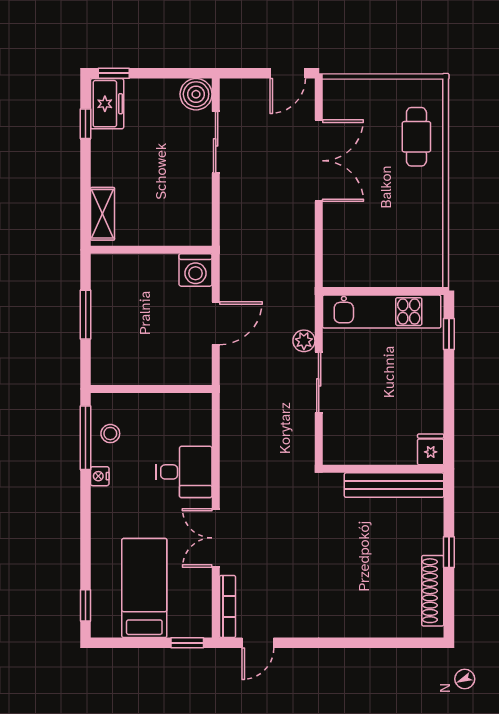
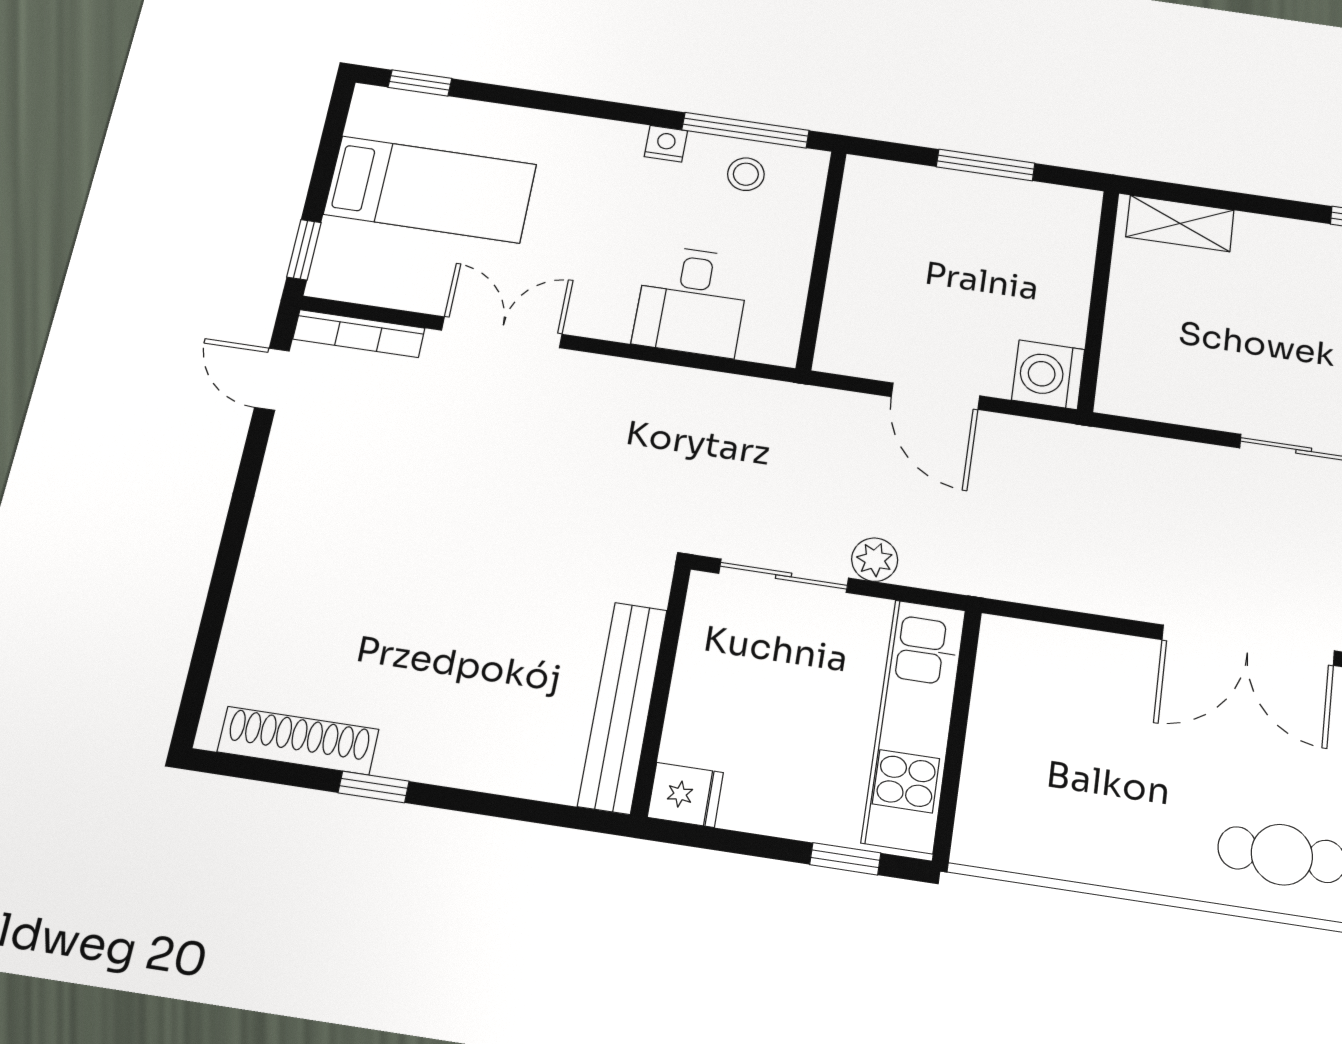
fridge: (431, 449) -> (685, 795), moved
wall: (383, 469) -> (661, 690), moved
desk: (184, 472) -> (692, 301), moved
bench: (394, 485) -> (623, 707), moved

